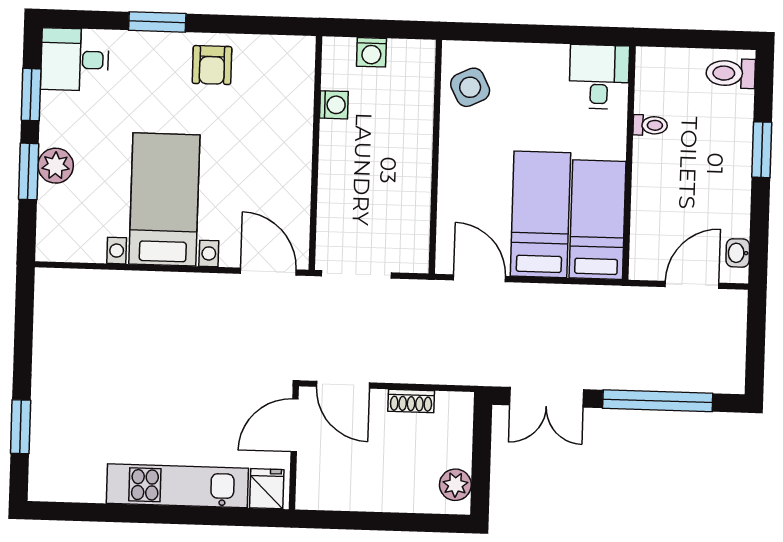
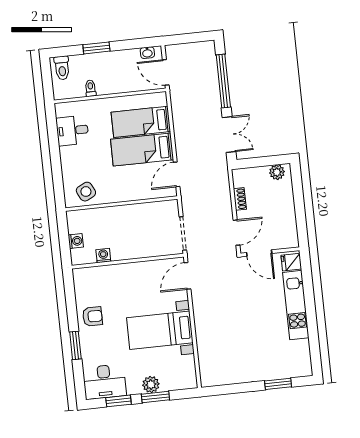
desk: (75, 60) -> (104, 382), width x1.37
toilet: (650, 125) -> (91, 88), moved
wall: (629, 163) -> (110, 96), moved

